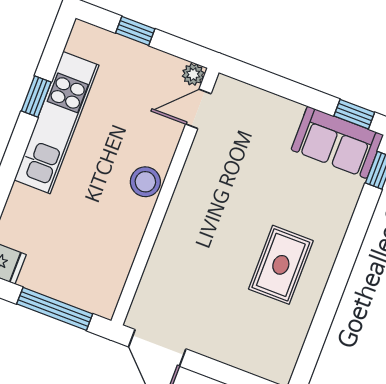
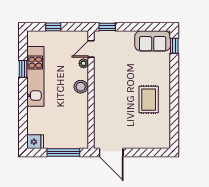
plant: (193, 74) -> (84, 63), moved
window: (354, 114) -> (107, 27), moved

